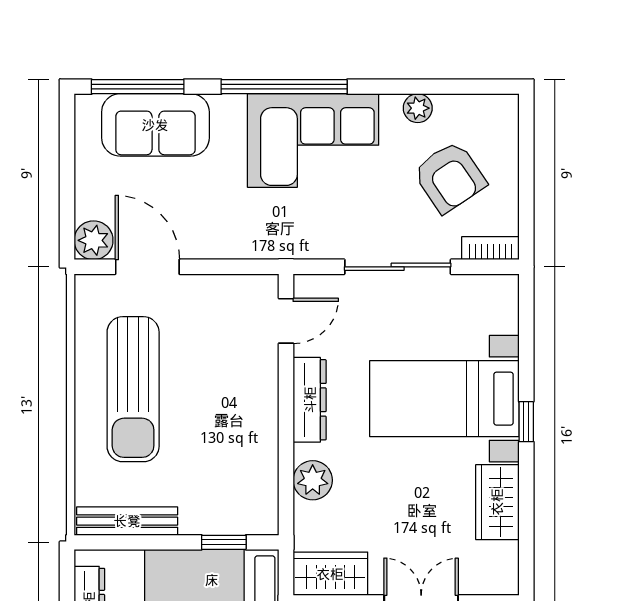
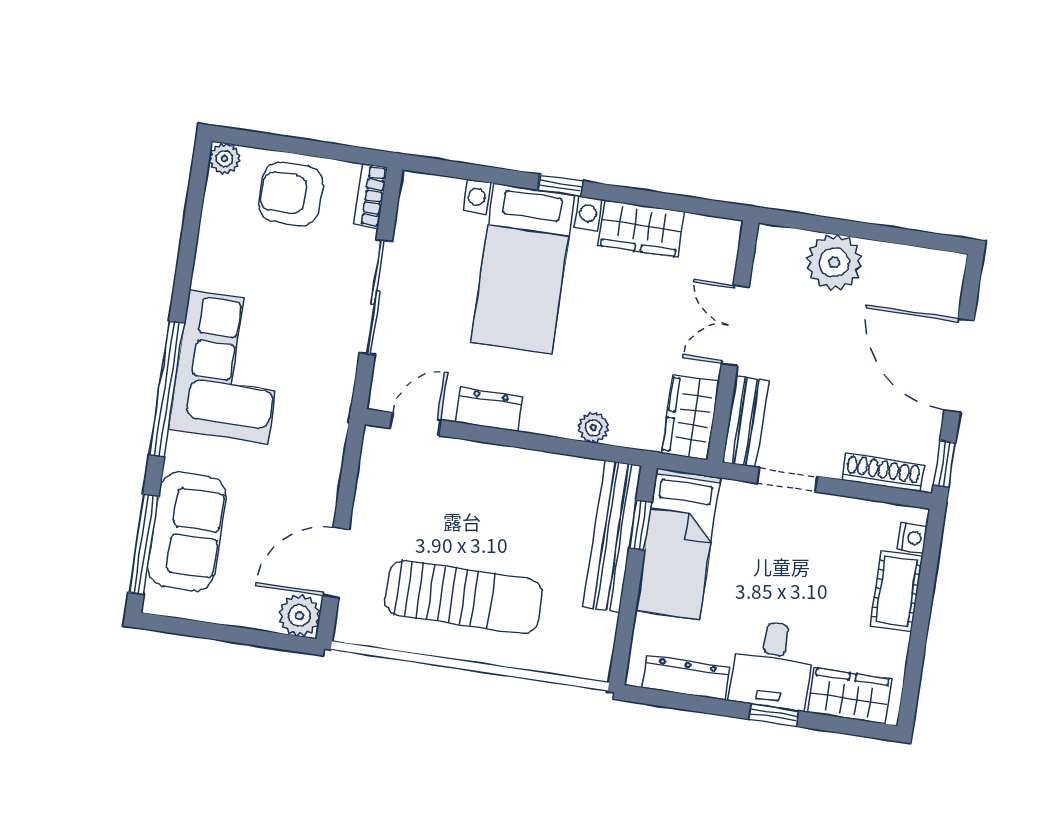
plant: (418, 108) -> (224, 158), moved
armchair: (450, 177) -> (291, 194), moved, turned -146
door: (286, 321) -> (415, 424), hinge flipped
dresser: (310, 400) -> (489, 409), width x0.70
plant: (313, 480) -> (593, 428), width x0.73, depth x0.73
bench: (127, 521) -> (612, 536), moved, width x1.37, depth x1.21

